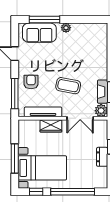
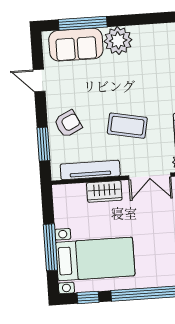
plant: (66, 28) -> (118, 41), width x1.88, depth x1.88
armchair: (31, 82) -> (68, 124), turned 64
window: (15, 94) -> (43, 144), width x0.69

